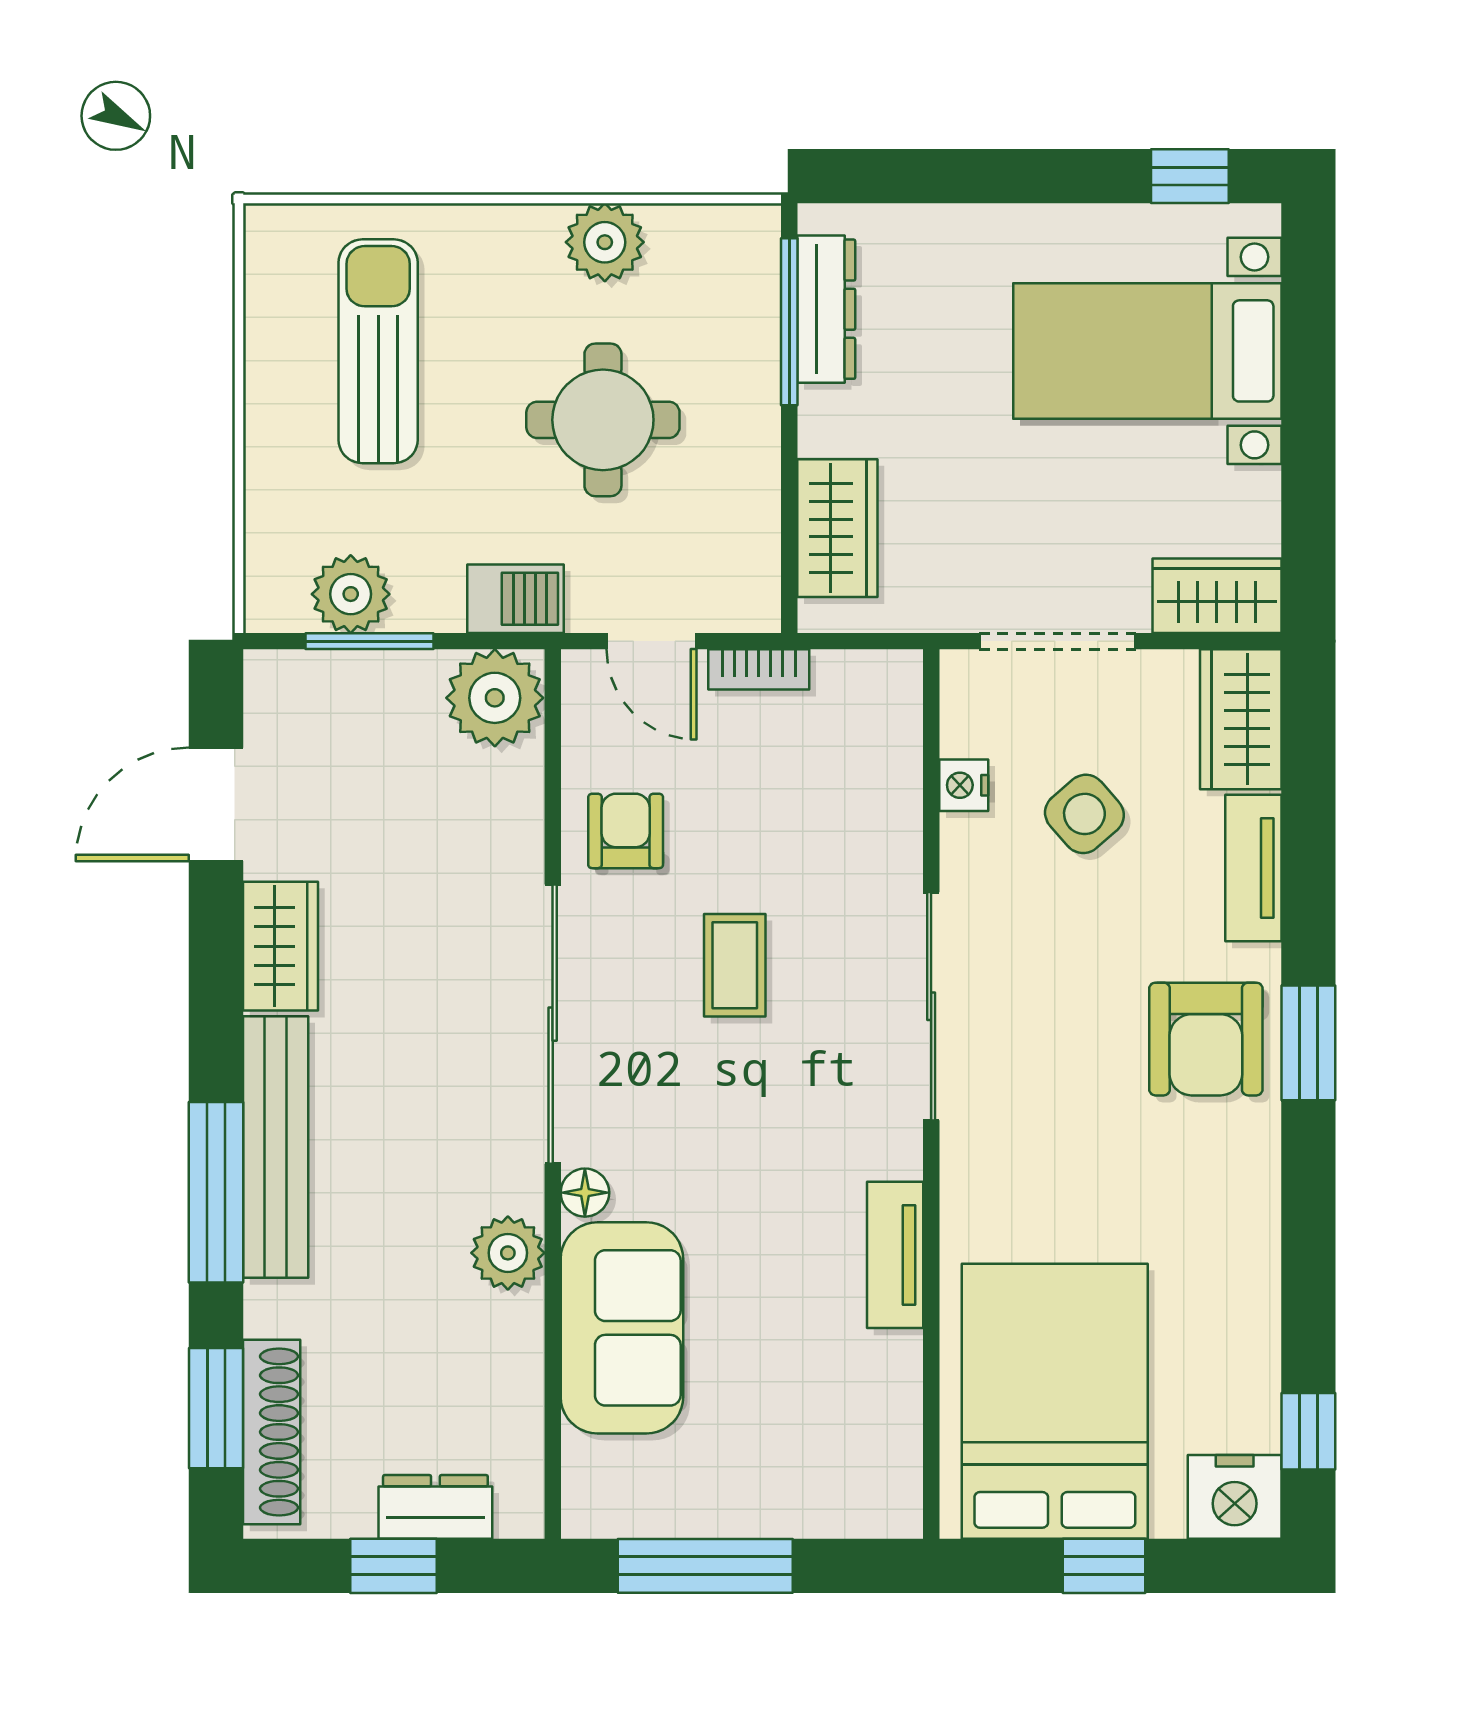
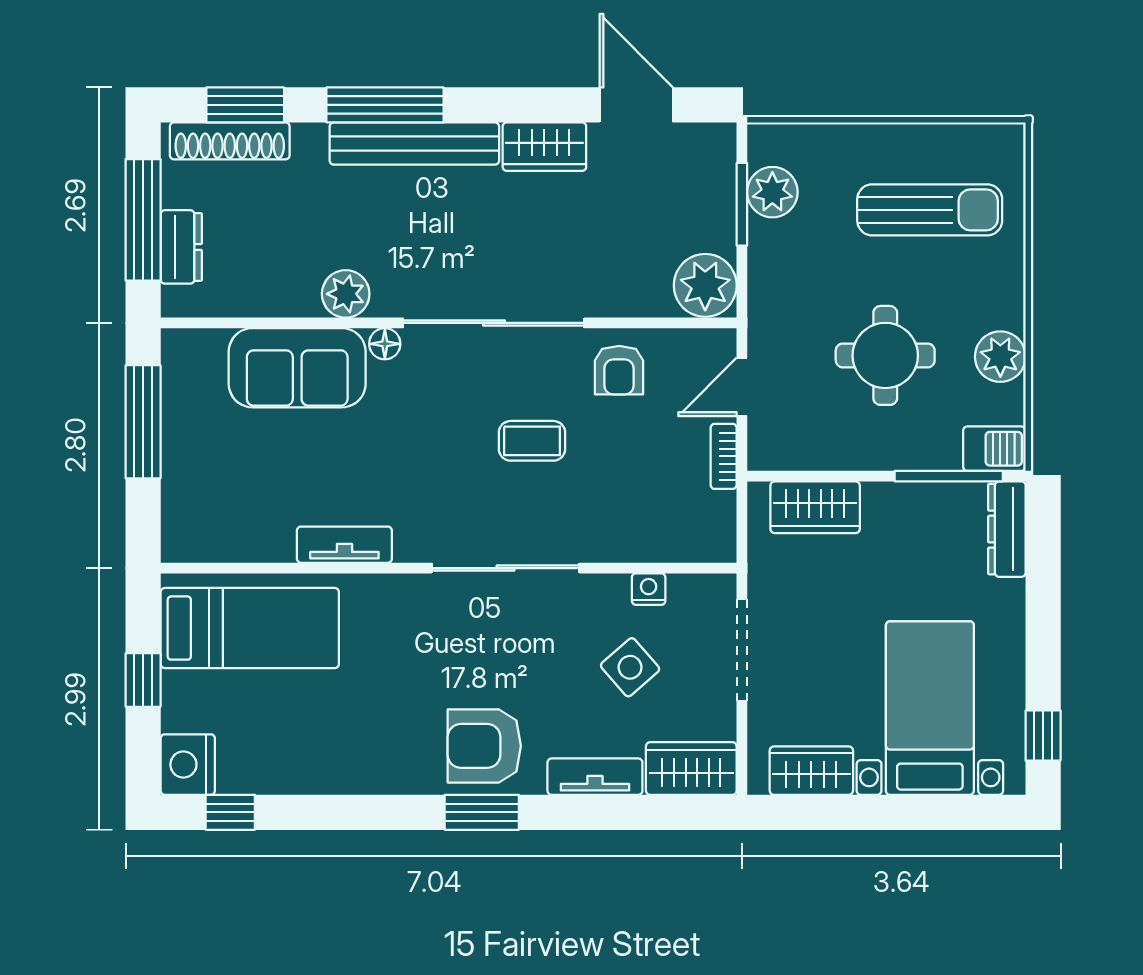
dresser: (826, 309) -> (1007, 529), moved, turned 90
wardrobe: (1217, 596) -> (811, 771), moved, turned -90
barbecue: (515, 599) -> (994, 449), moved, turned -90
armchair: (626, 831) -> (619, 370), turned 90
bed: (1055, 1401) -> (250, 628), width x0.67
window: (394, 1566) -> (143, 220), width x2.17

